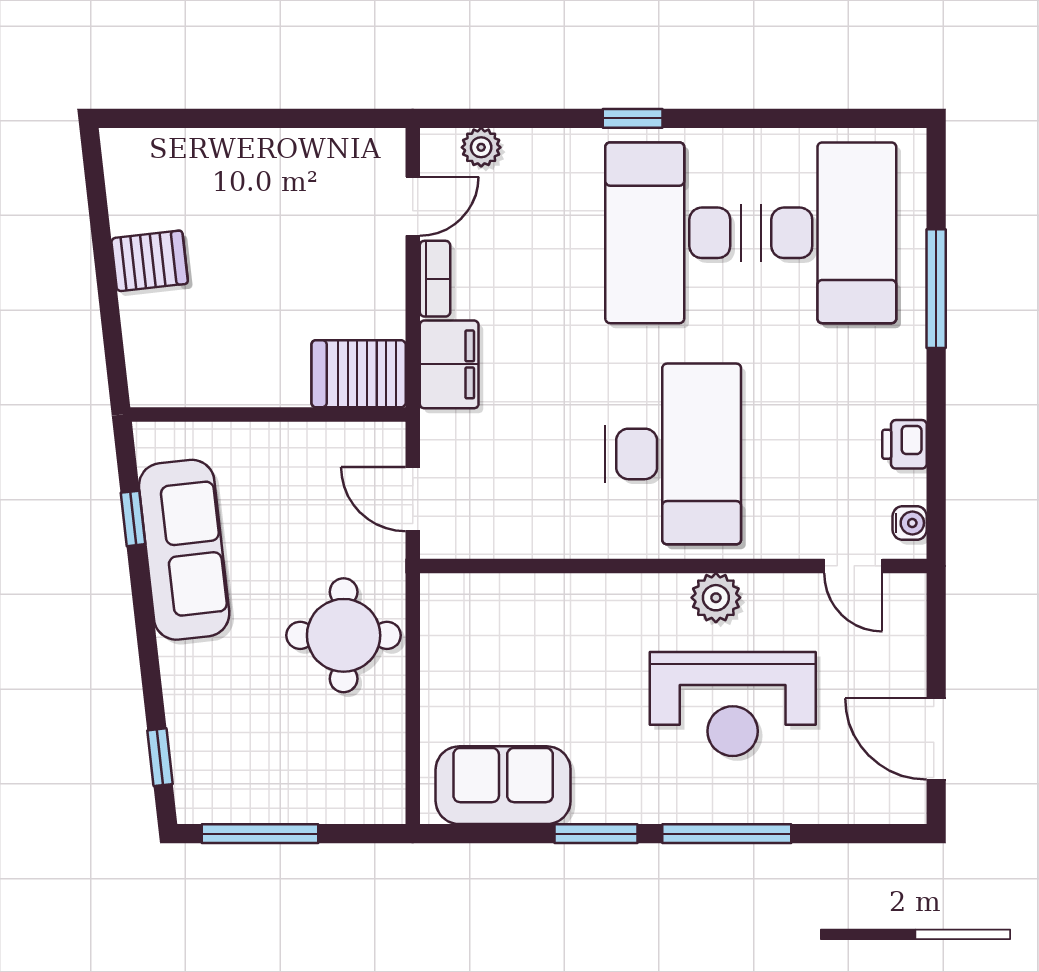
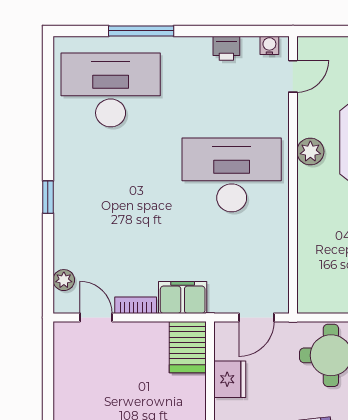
desk: (673, 233) -> (111, 175), removed
fridge: (300, 451) -> (230, 379), added

